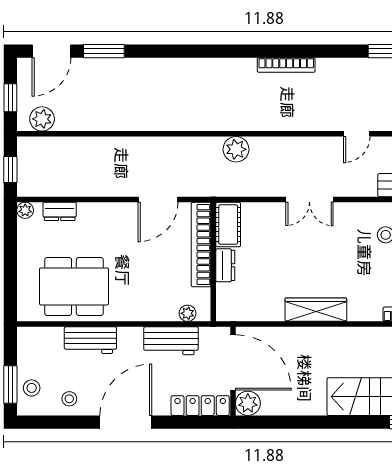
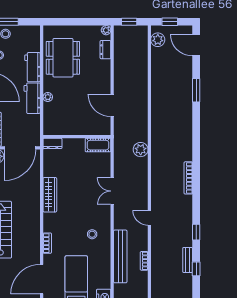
window: (104, 51) -> (196, 90), moved
bookcase: (201, 244) -> (87, 130), removed
dresser: (225, 265) -> (52, 143), moved
plant: (188, 313) -> (48, 97), moved
workbench: (171, 341) -> (32, 98), moved

